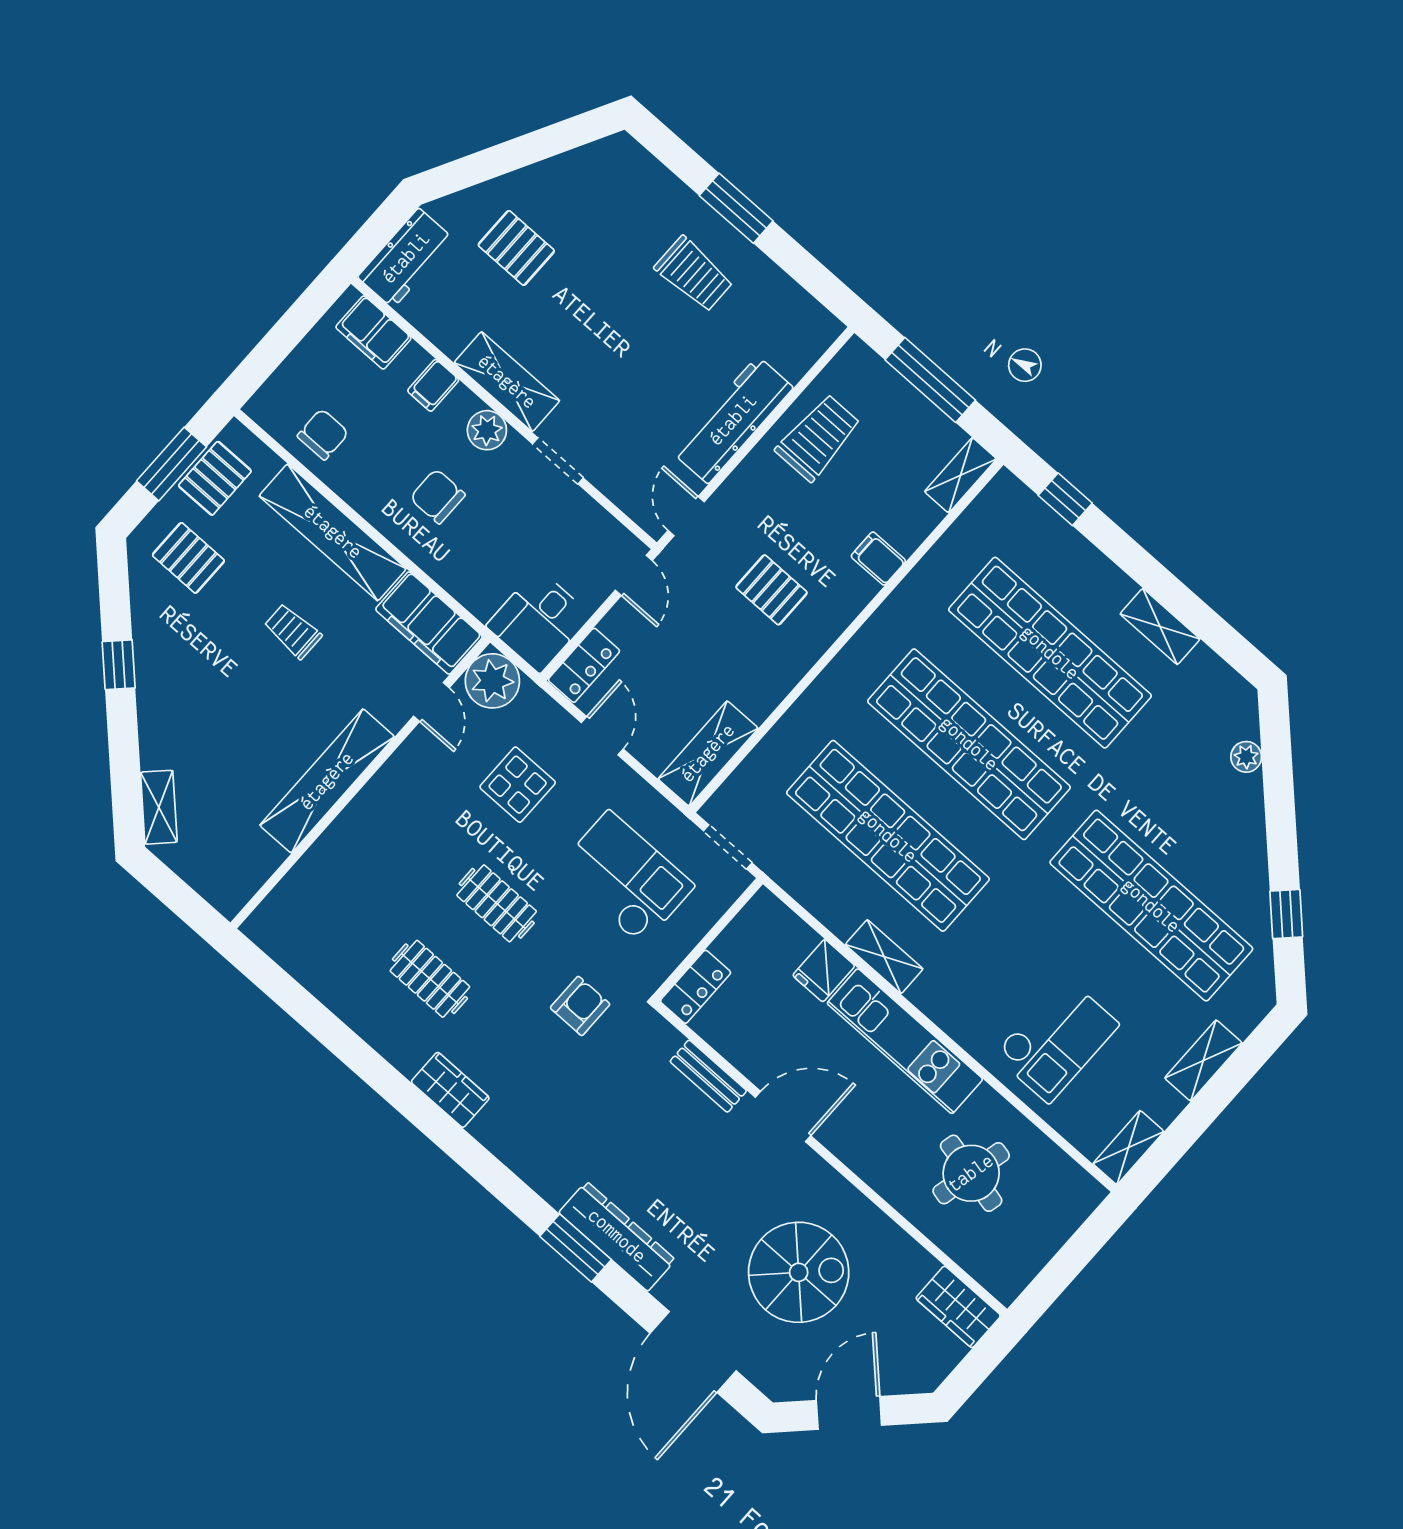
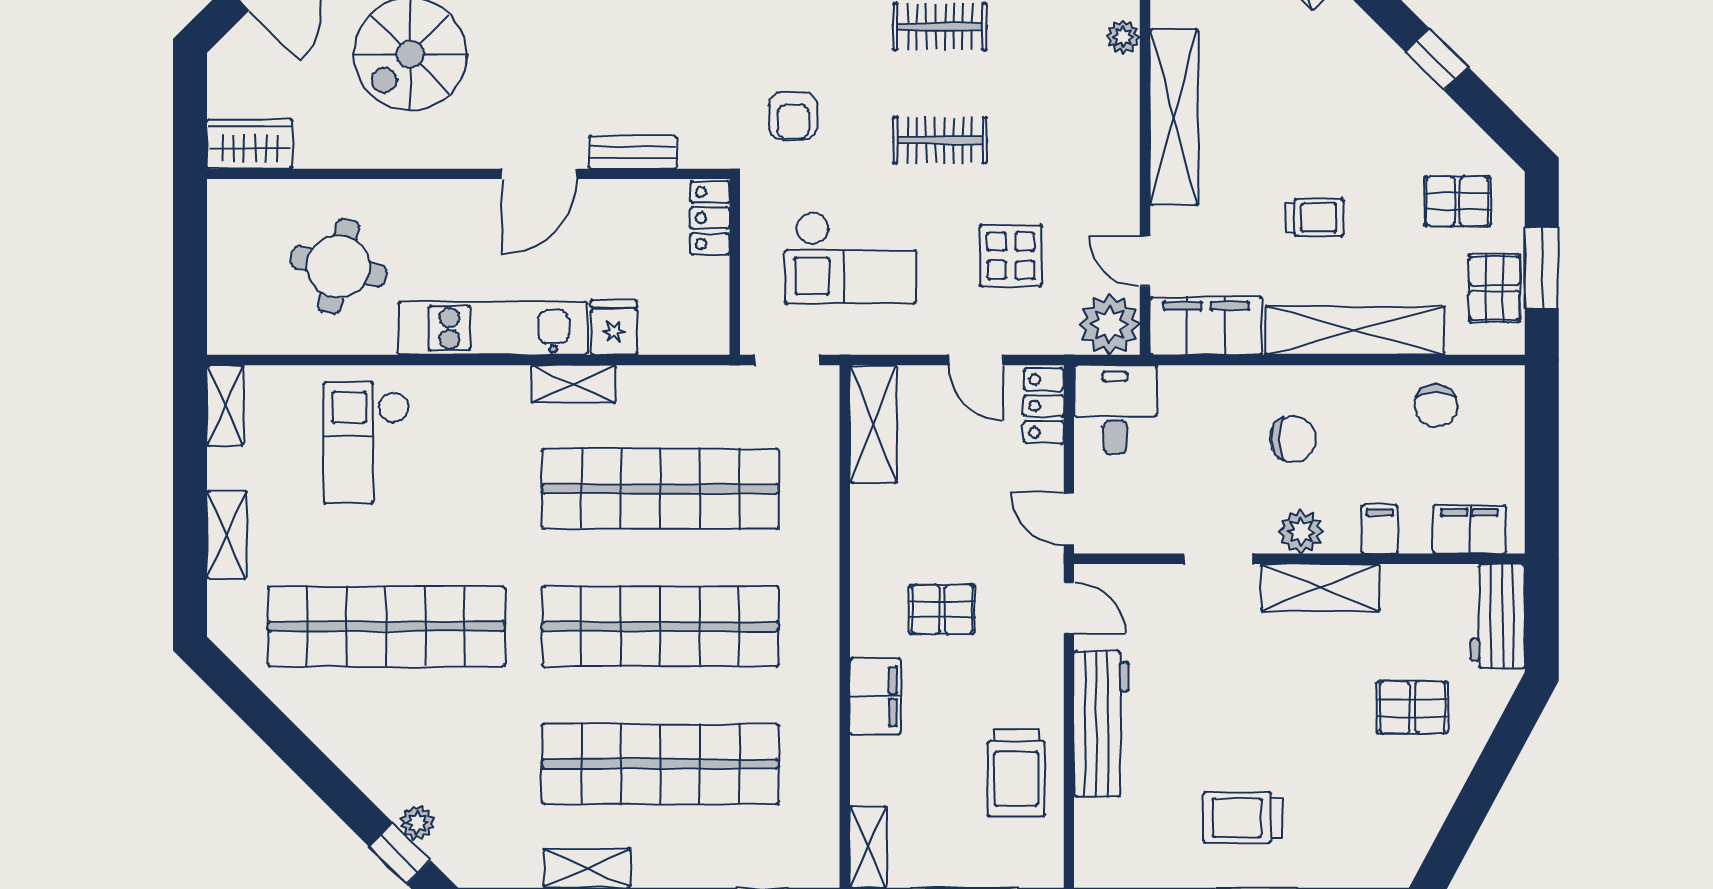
filing cabinet: (878, 559) -> (875, 696), width x2.00
plant: (314, 864) -> (1123, 37), added
window: (1286, 914) -> (400, 853), moved

